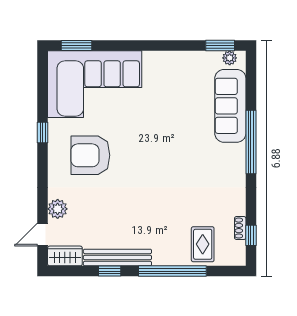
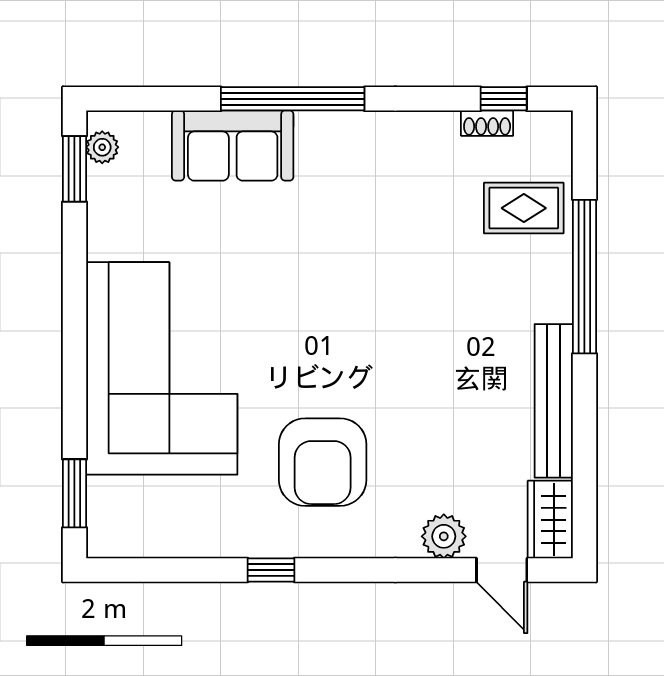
corner sofa: (95, 84) -> (162, 368), moved
sofa: (230, 106) -> (233, 146), width x0.73
window: (110, 271) -> (584, 418), removed

